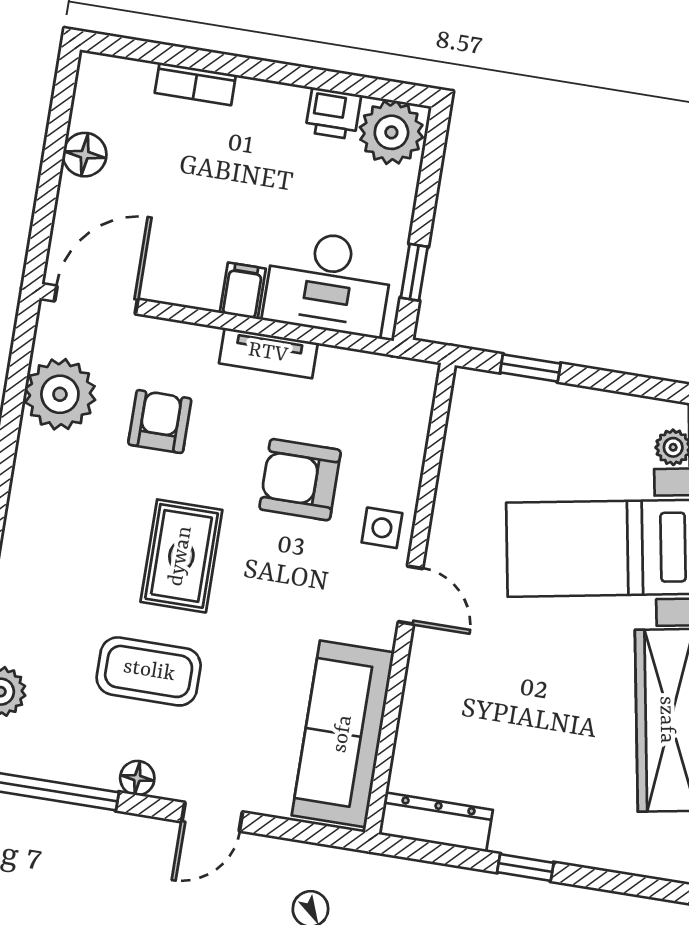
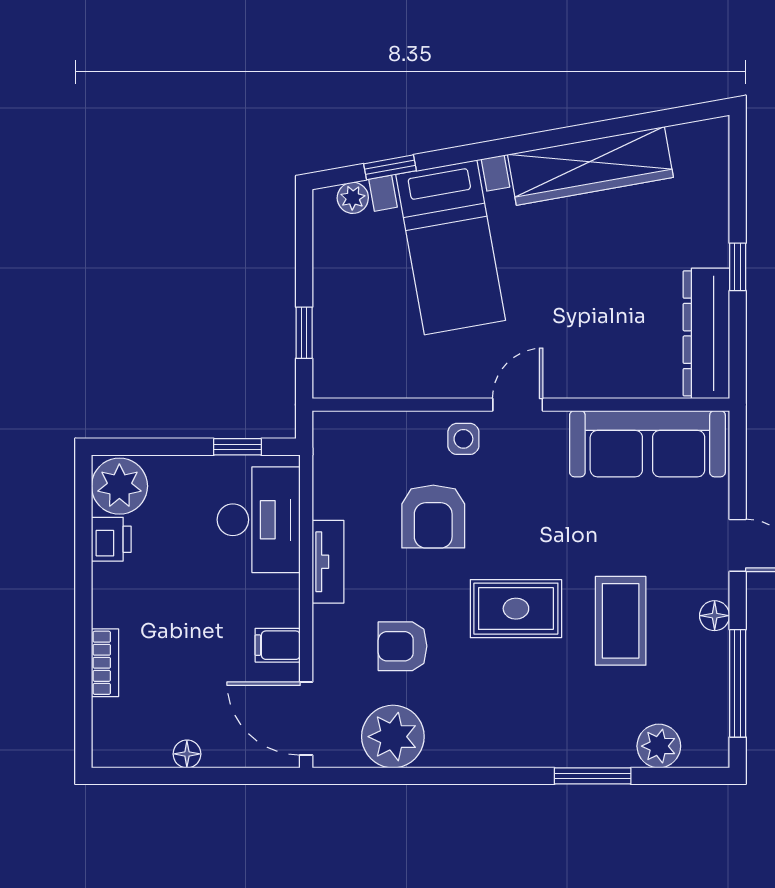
floor lamp: (85, 155) -> (187, 754), width x0.73, depth x0.73
filing cabinet: (243, 291) -> (278, 645), moved
dresser: (436, 822) -> (706, 333), width x1.37, depth x1.24

